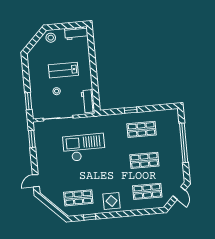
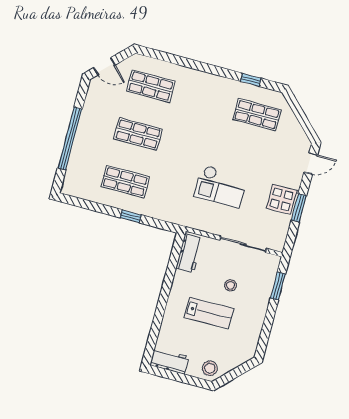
window: (32, 139) -> (299, 208), moved
checkout: (84, 148) -> (221, 186), width x0.73, depth x0.83
door: (179, 193) -> (104, 66), swing flipped
display table: (112, 201) -> (282, 199), moved

